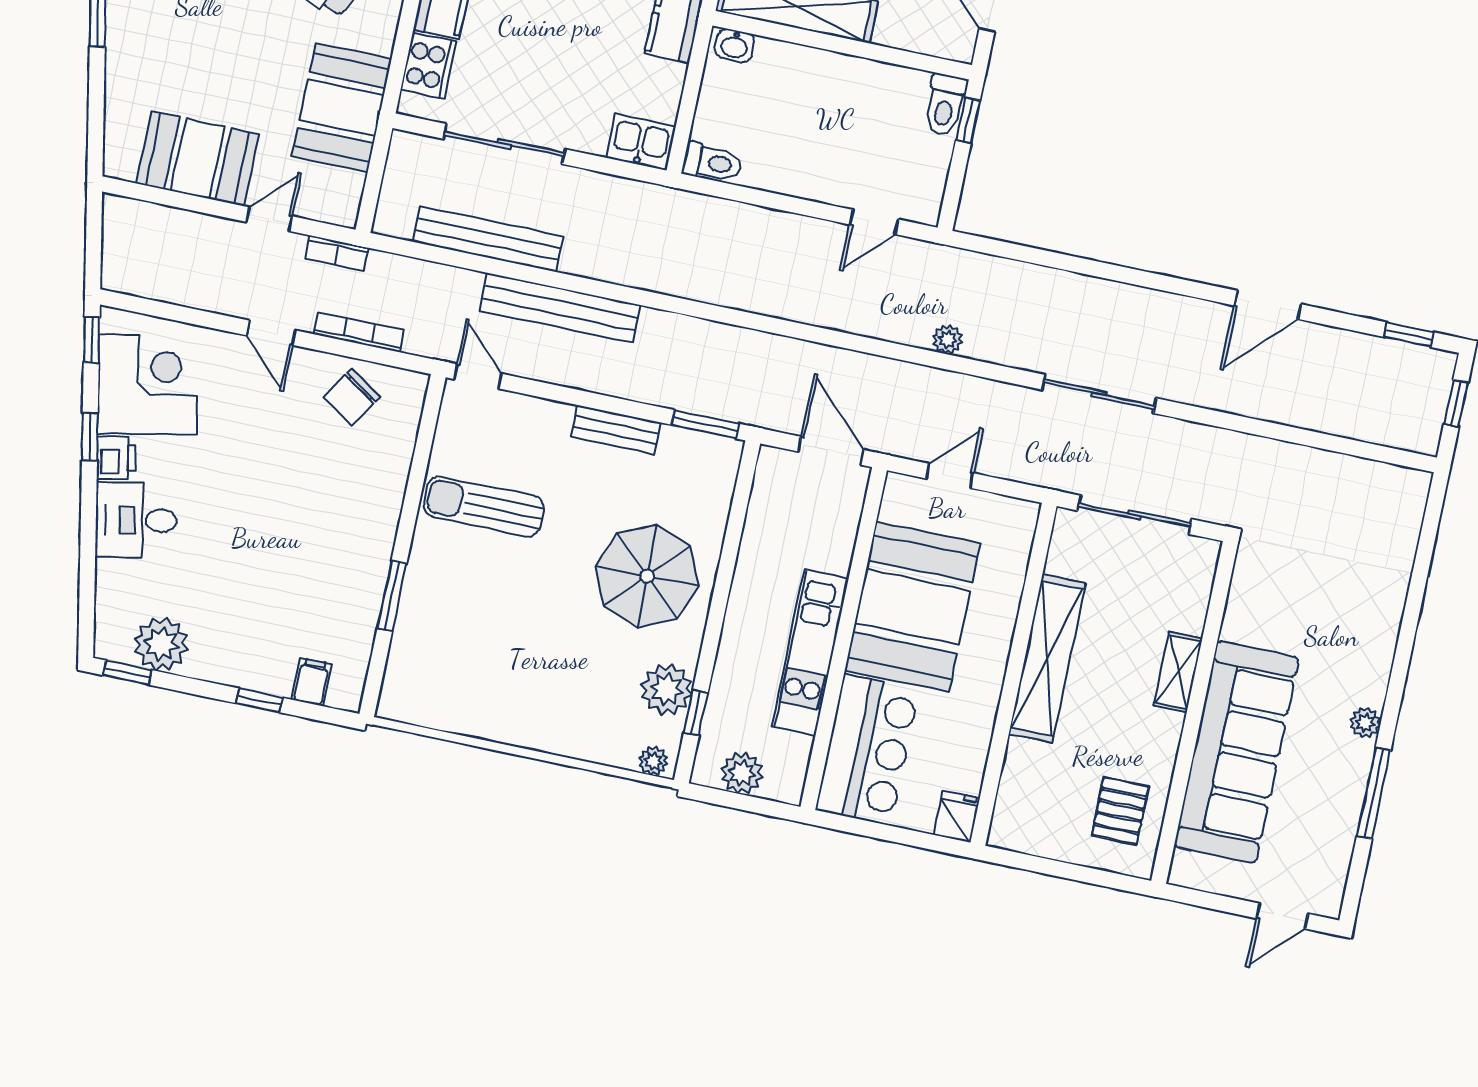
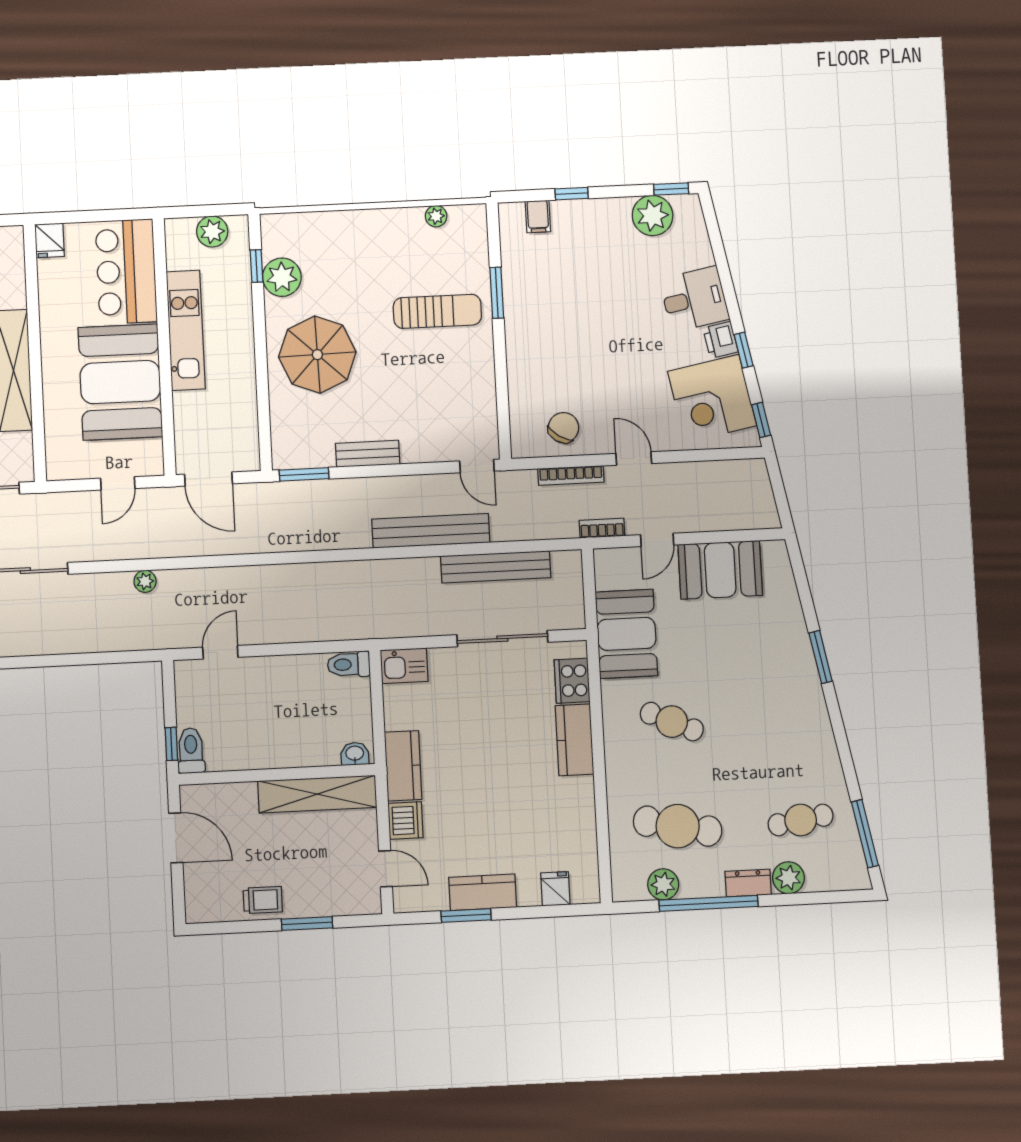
sun lounger: (484, 507) -> (437, 311), moved
plant: (653, 761) -> (436, 216), moved

